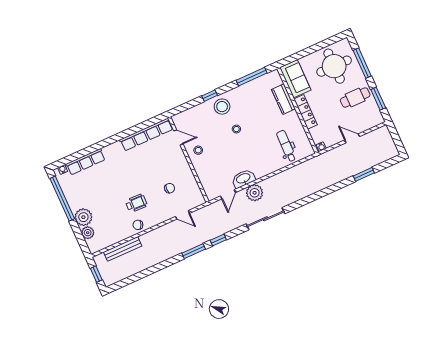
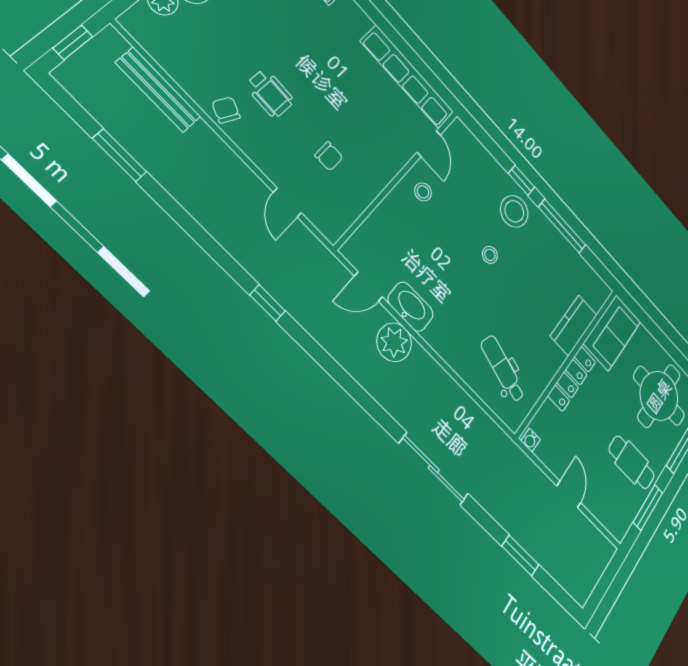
window: (252, 77) -> (562, 226), moved
dental chair: (286, 146) -> (503, 369), turned -75
sliding door: (266, 219) -> (434, 469), moved
window: (194, 251) -> (120, 155), moved

